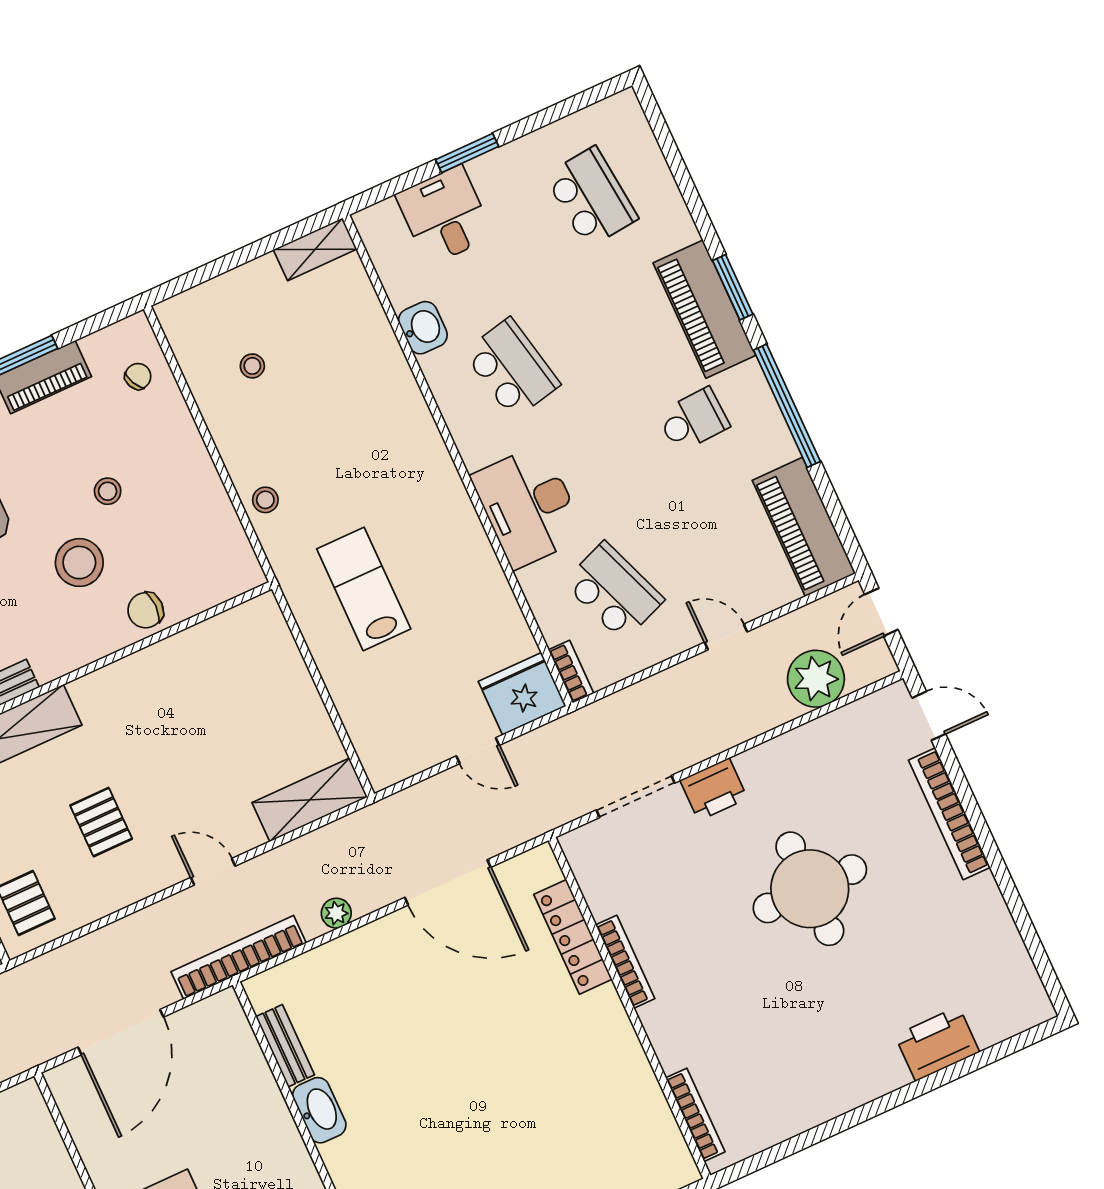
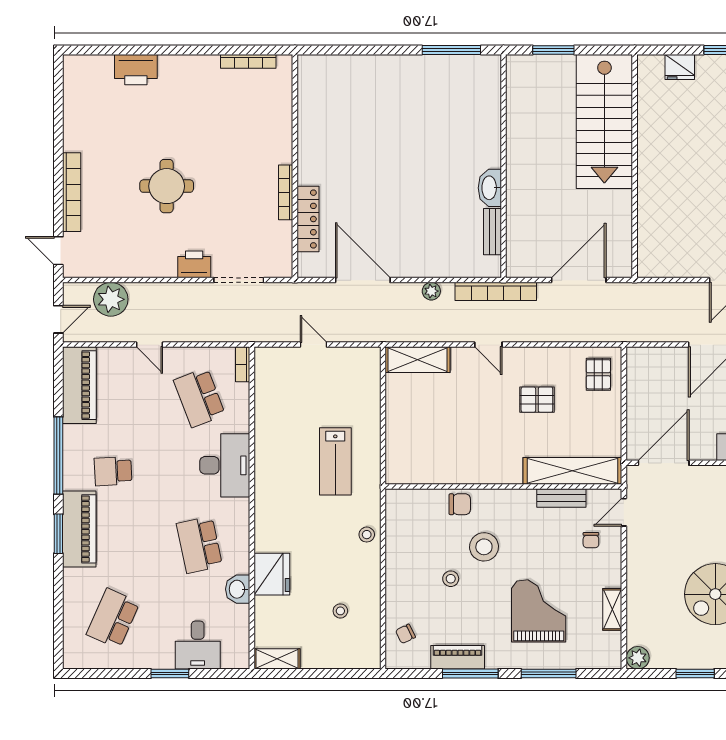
school desk: (591, 197) -> (113, 618), turned 30
fridge: (522, 694) -> (272, 574), moved, turned -90
pallet: (101, 822) -> (537, 400), turned 90
round table: (810, 889) -> (167, 186), width x0.73, depth x0.73
bookcase: (695, 1115) -> (248, 61), moved, turned -90

